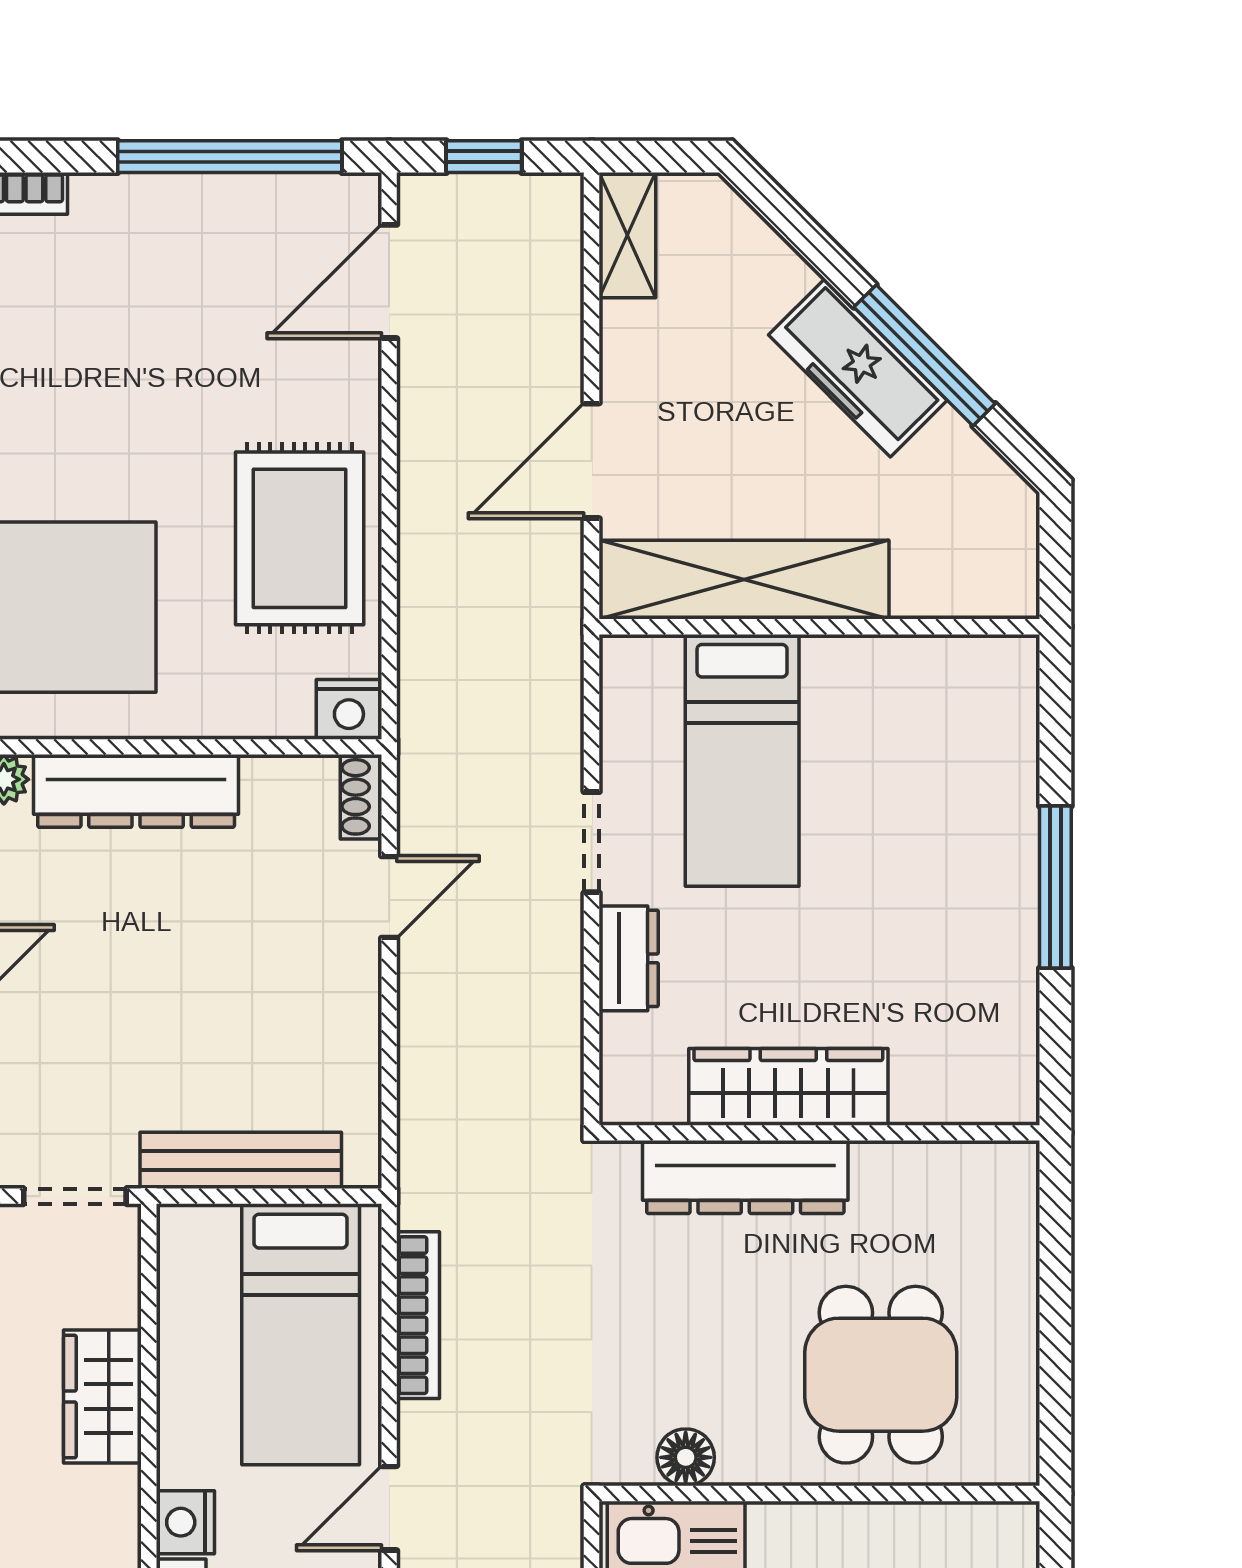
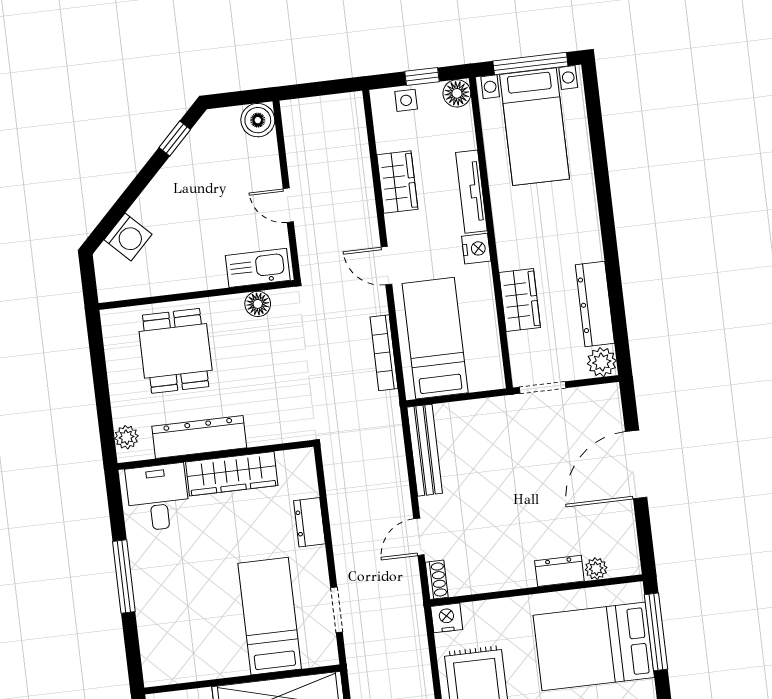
dresser: (136, 791) -> (559, 571), width x0.51, depth x0.80
doorway: (592, 842) -> (337, 610), moved
desk: (959, 1054) -> (158, 497), added
bench: (241, 1160) -> (425, 450), moved, turned 90
dresser: (745, 1177) -> (199, 437), moved
plant: (1013, 1196) -> (126, 437), added
door: (389, 1508) -> (387, 266), swing flipped

